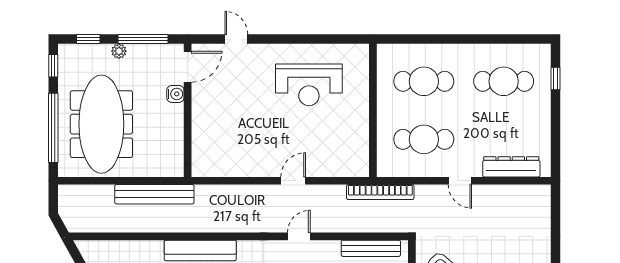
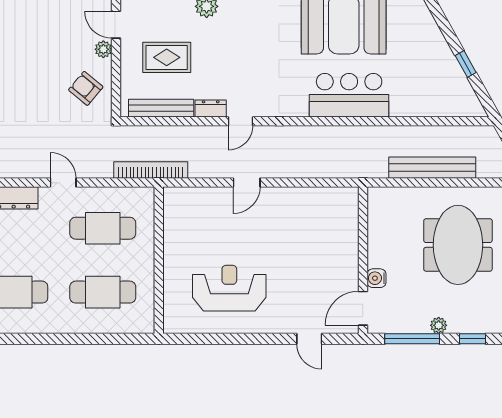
meeting table: (101, 124) -> (458, 245), width x0.73
bench: (154, 194) -> (432, 168), moved
dresser: (326, 248) -> (211, 109), added

